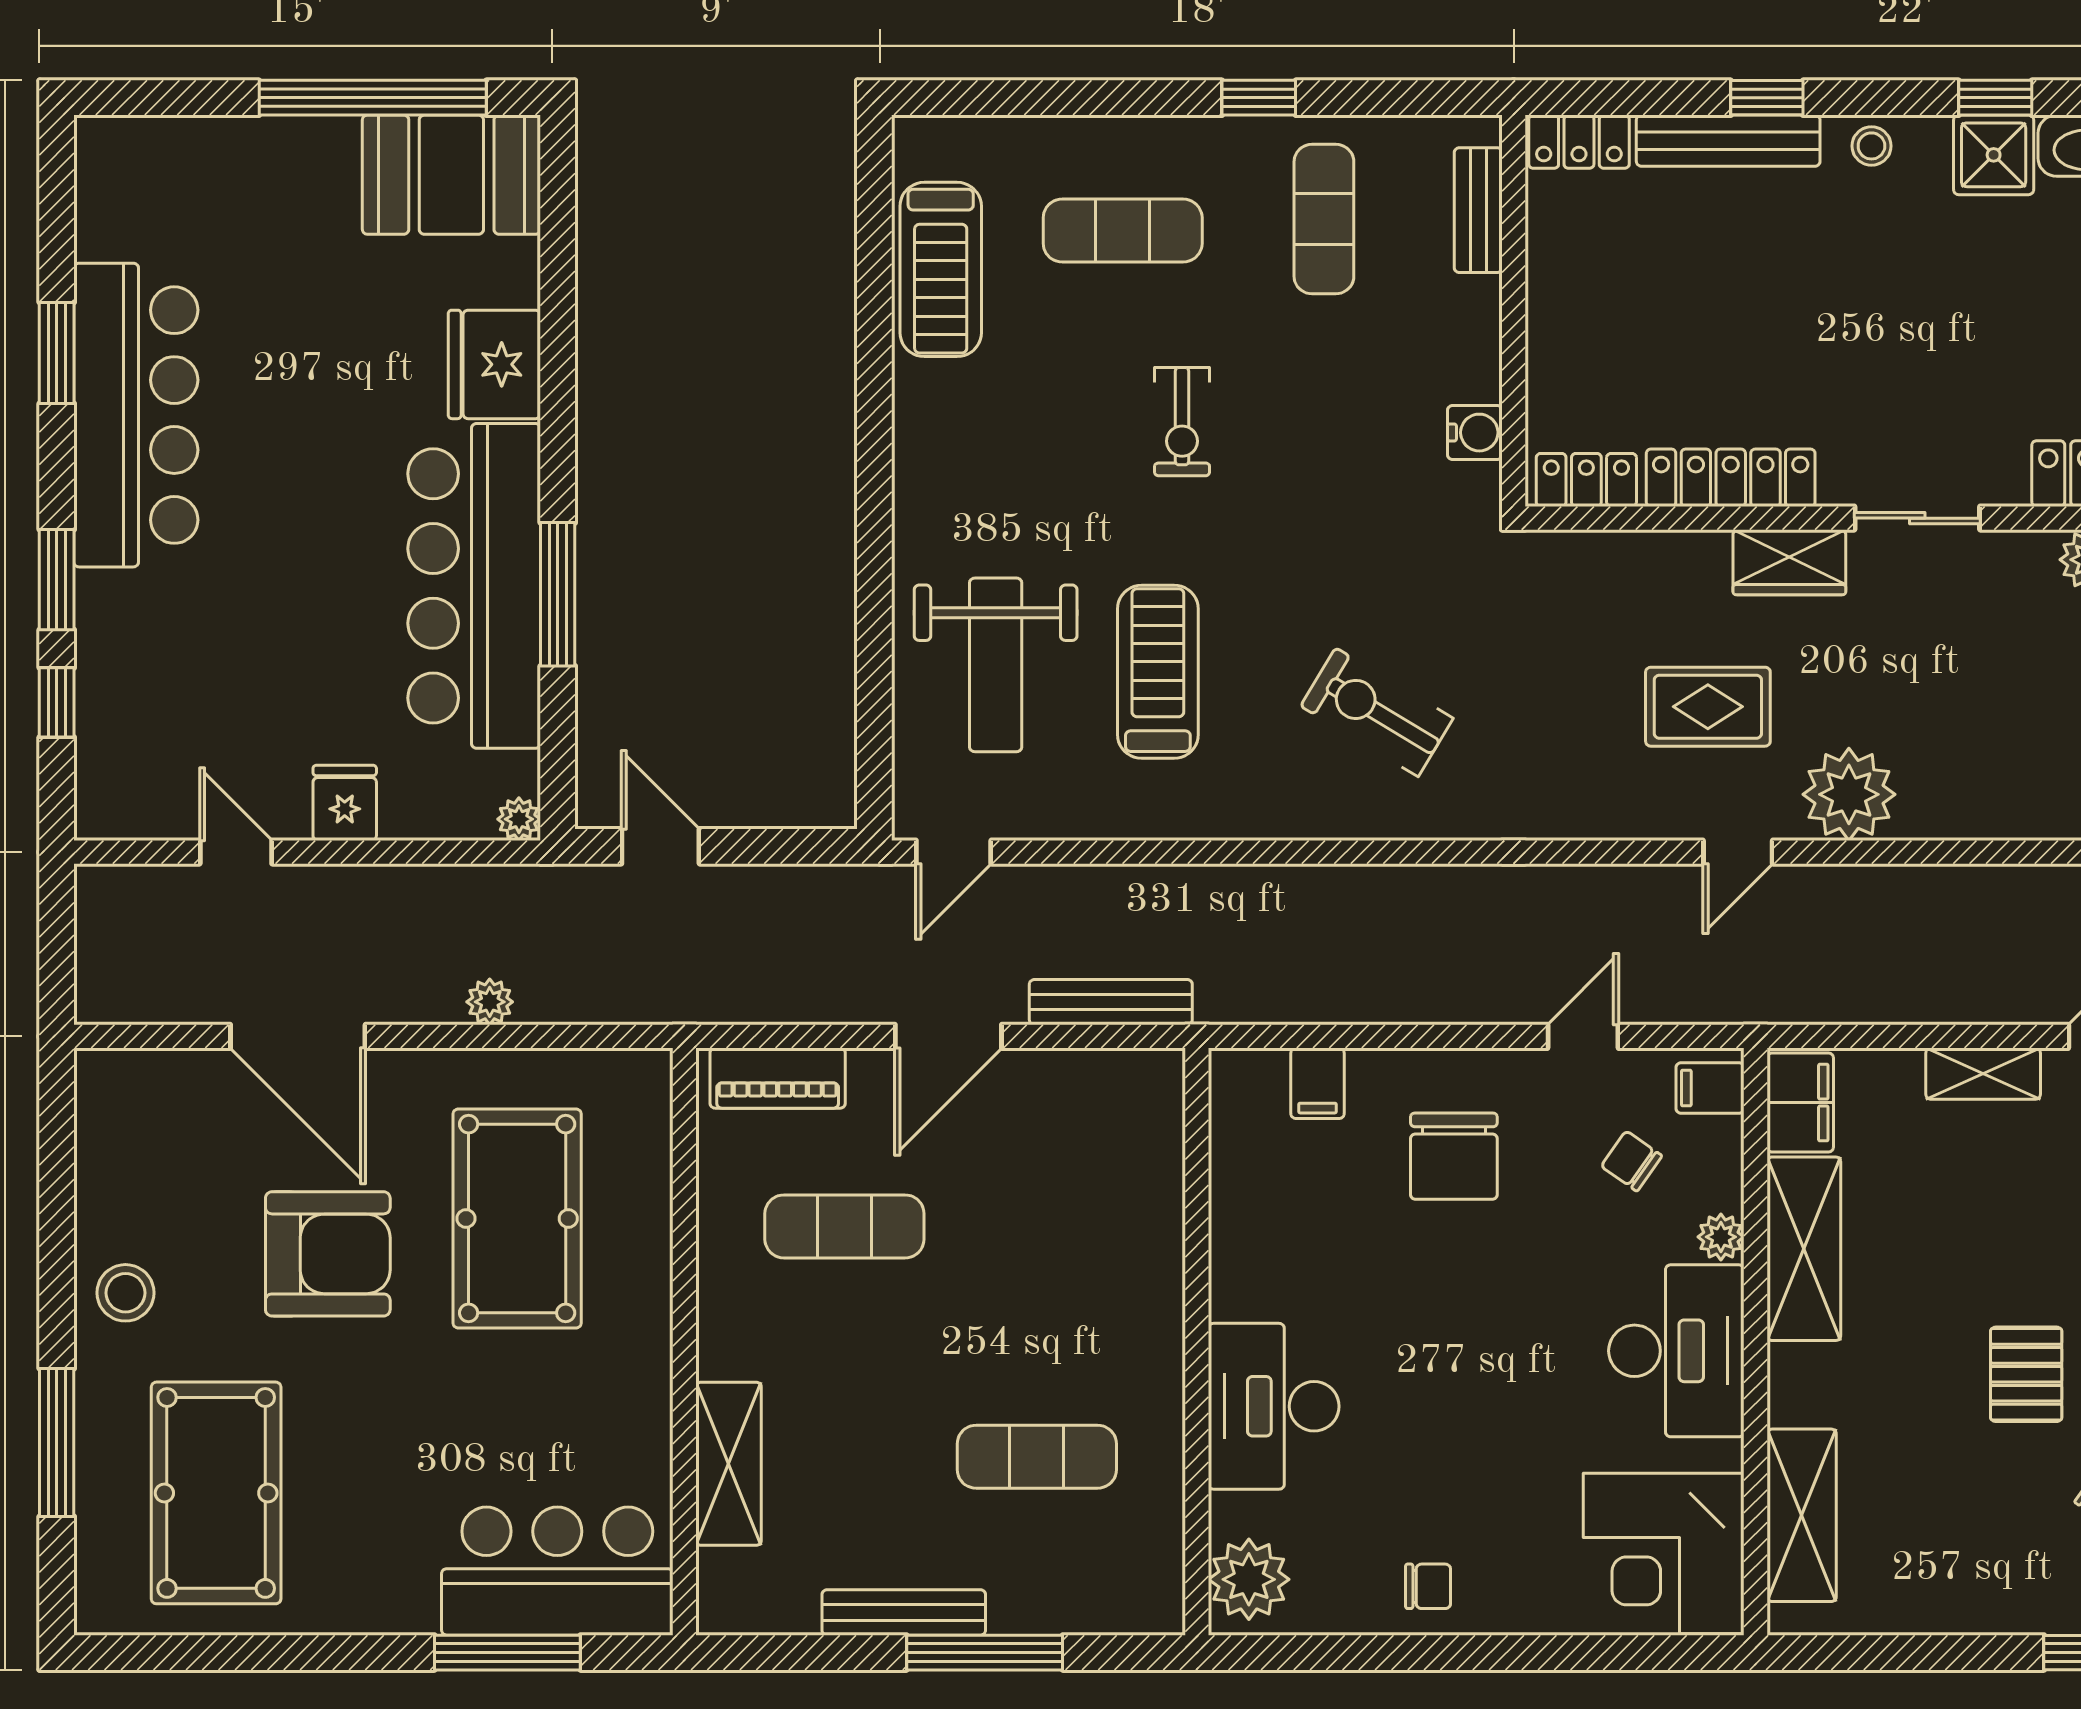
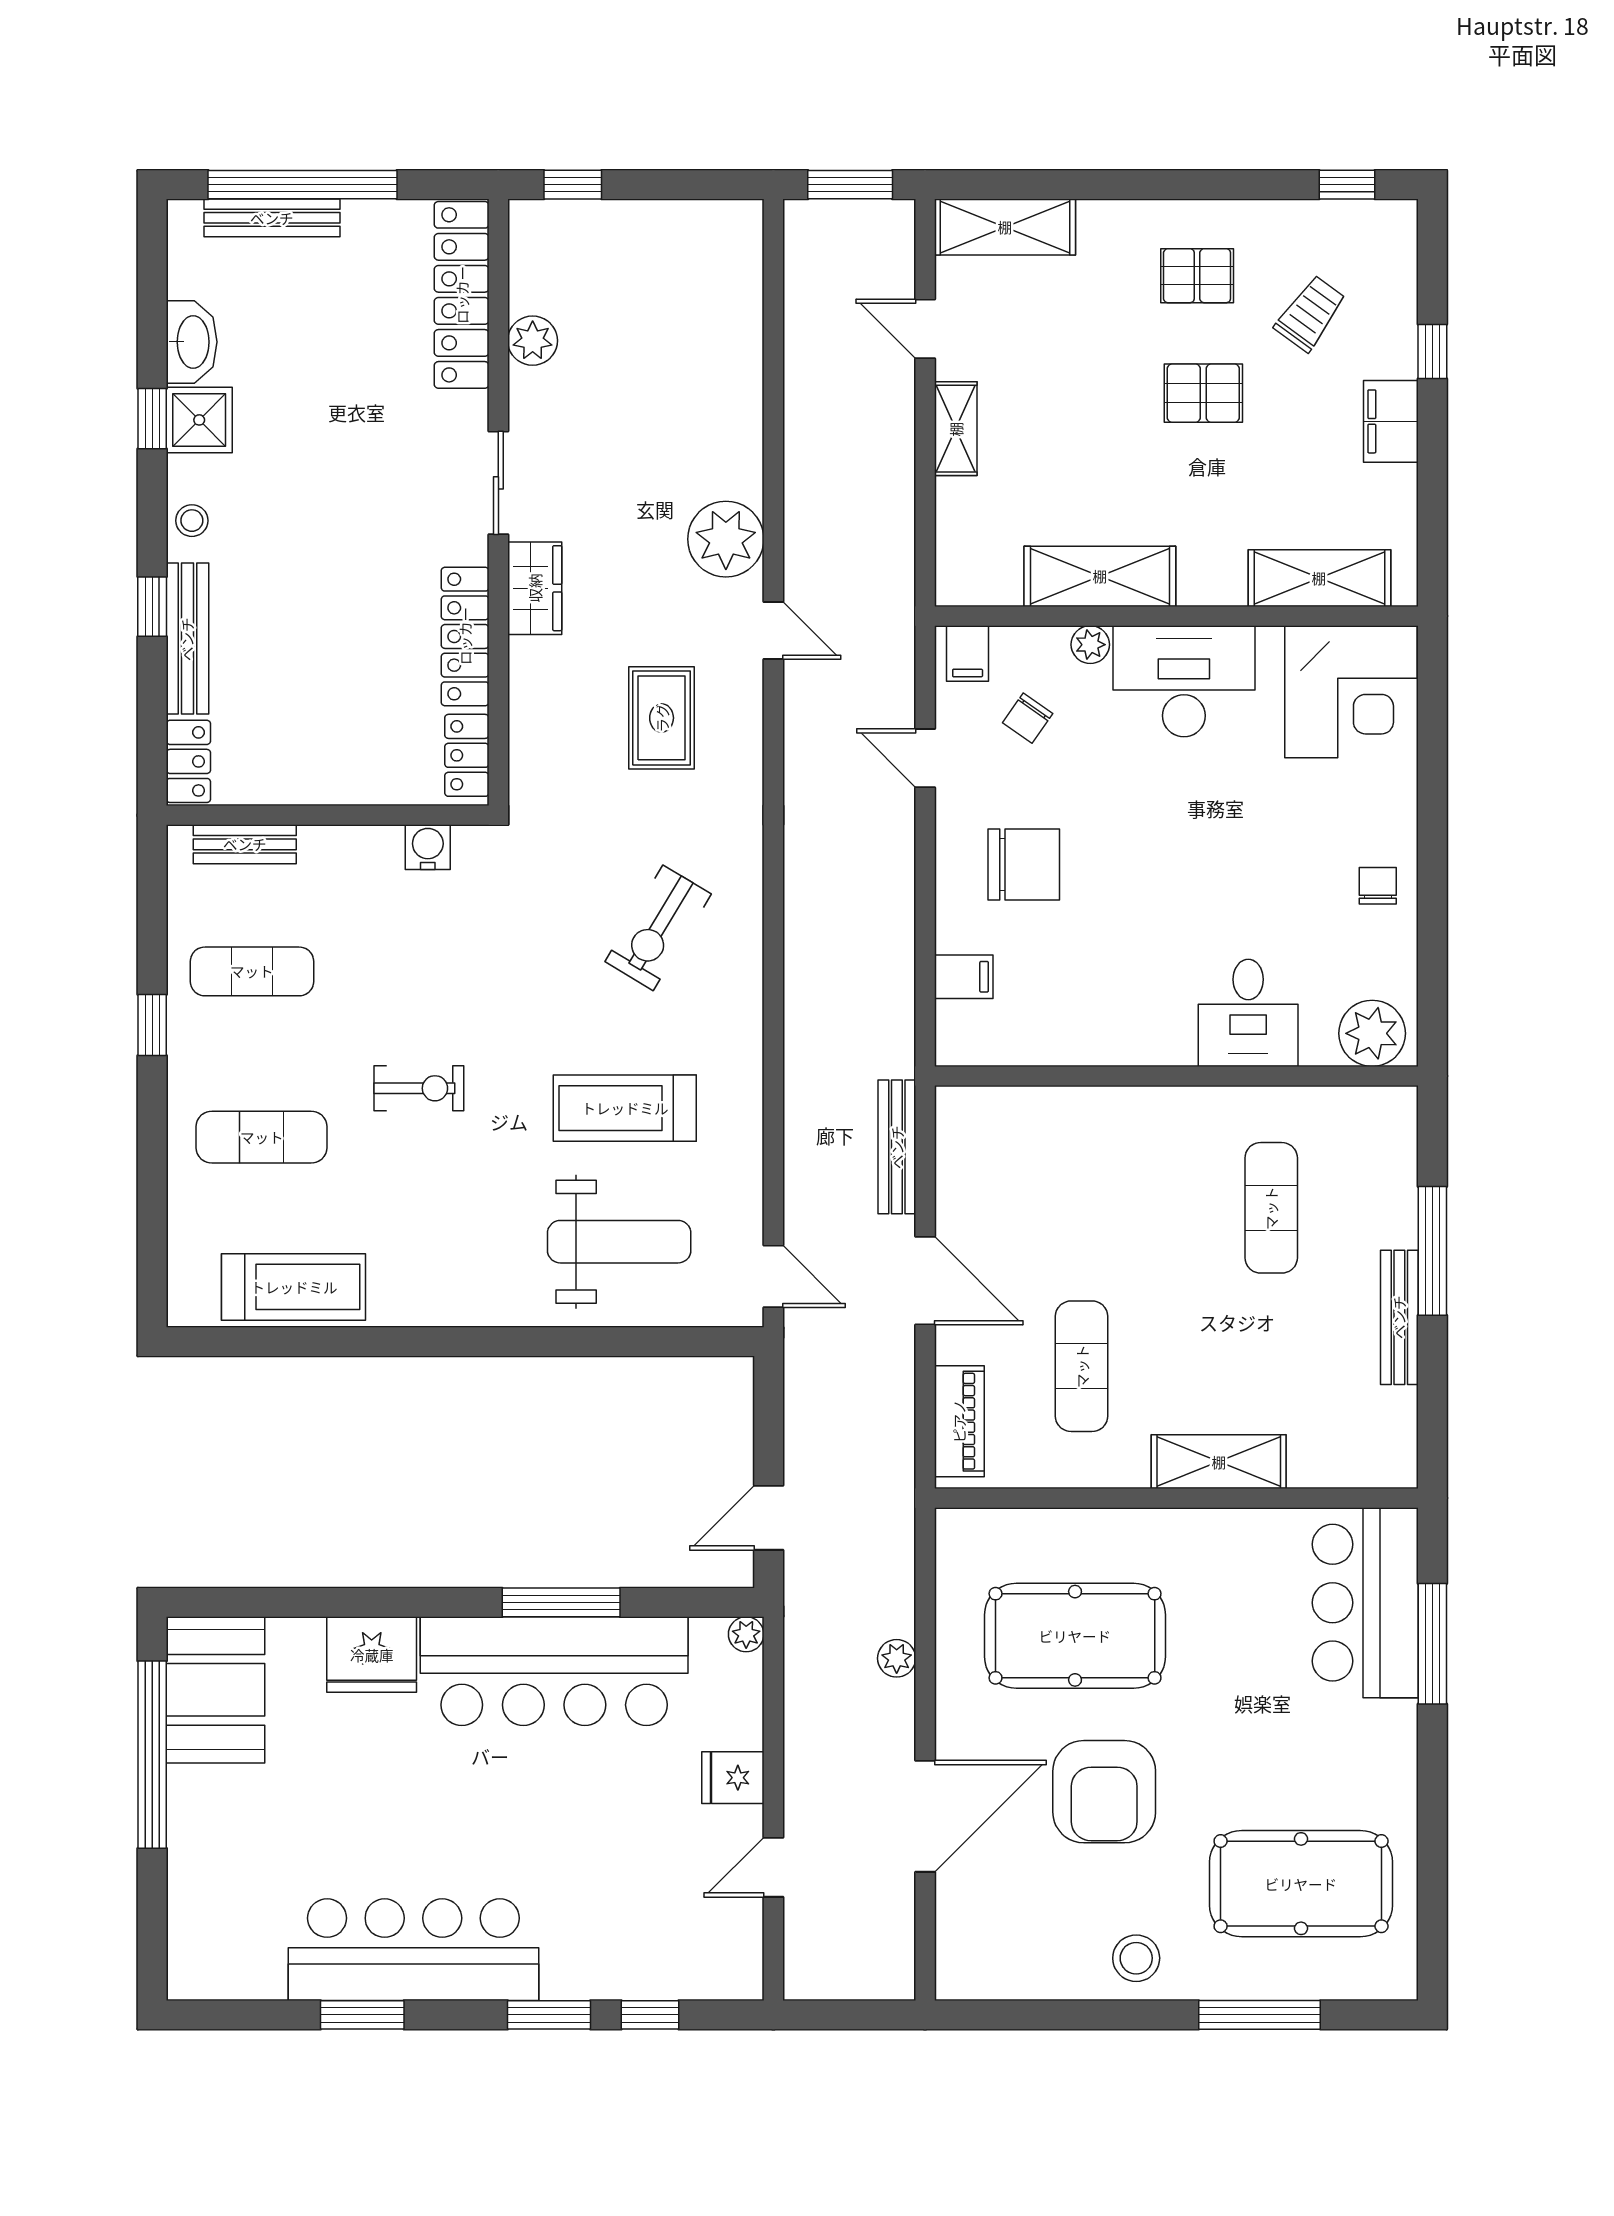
exercise mat: (1123, 231) -> (262, 1137), turned 90
rug: (1708, 707) -> (662, 718), moved
filing cabinet: (1800, 1103) -> (1391, 421), moved, turned -90
armchair: (328, 1254) -> (1104, 1792), turned 180
desk: (1274, 1406) -> (1248, 1013), width x0.73
shelving: (729, 1464) -> (1219, 1462), moved

